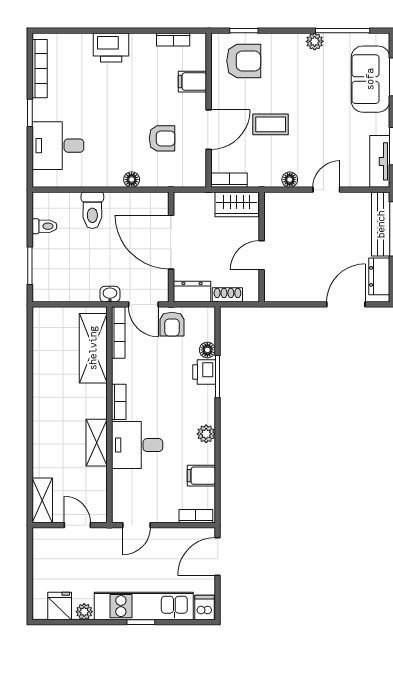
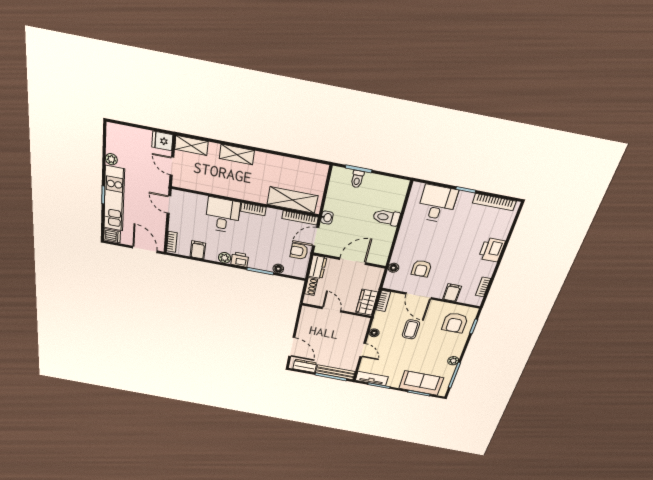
floor lamp: (132, 180) -> (393, 268), moved
toilet: (44, 226) -> (357, 179), moved
door: (171, 242) -> (353, 261), width x0.73
printer: (204, 372) -> (240, 259), moved
shelving: (97, 443) -> (237, 155), moved
door: (77, 525) -> (172, 166), swing flipped
fridge: (60, 606) -> (162, 141), moved, turned 180

